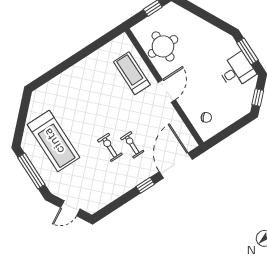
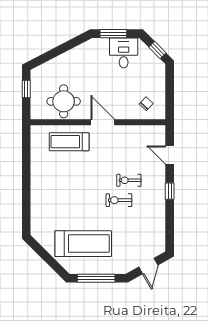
door: (176, 165) -> (170, 155), width x0.53

